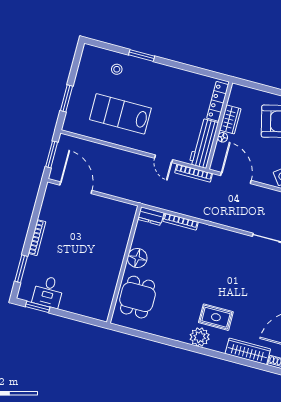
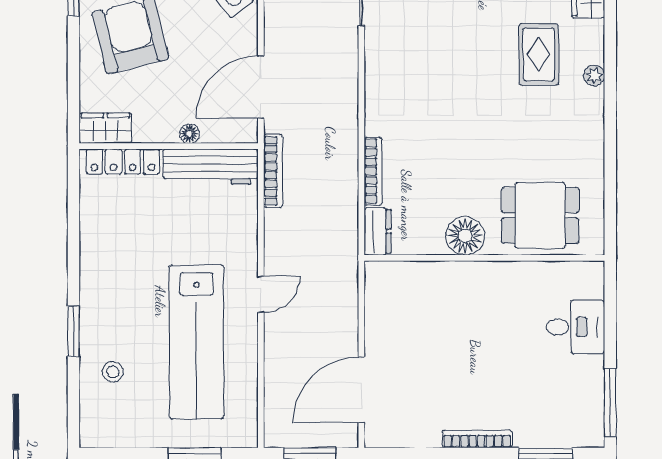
lab bench: (120, 114) -> (196, 342), width x1.36
wardrobe: (230, 119) -> (105, 128), moved
door: (164, 159) -> (261, 294), moved
desk: (48, 292) -> (576, 327), moved
window: (38, 307) -> (610, 402), width x1.44
plant: (200, 337) -> (594, 76), width x0.53, depth x0.53

